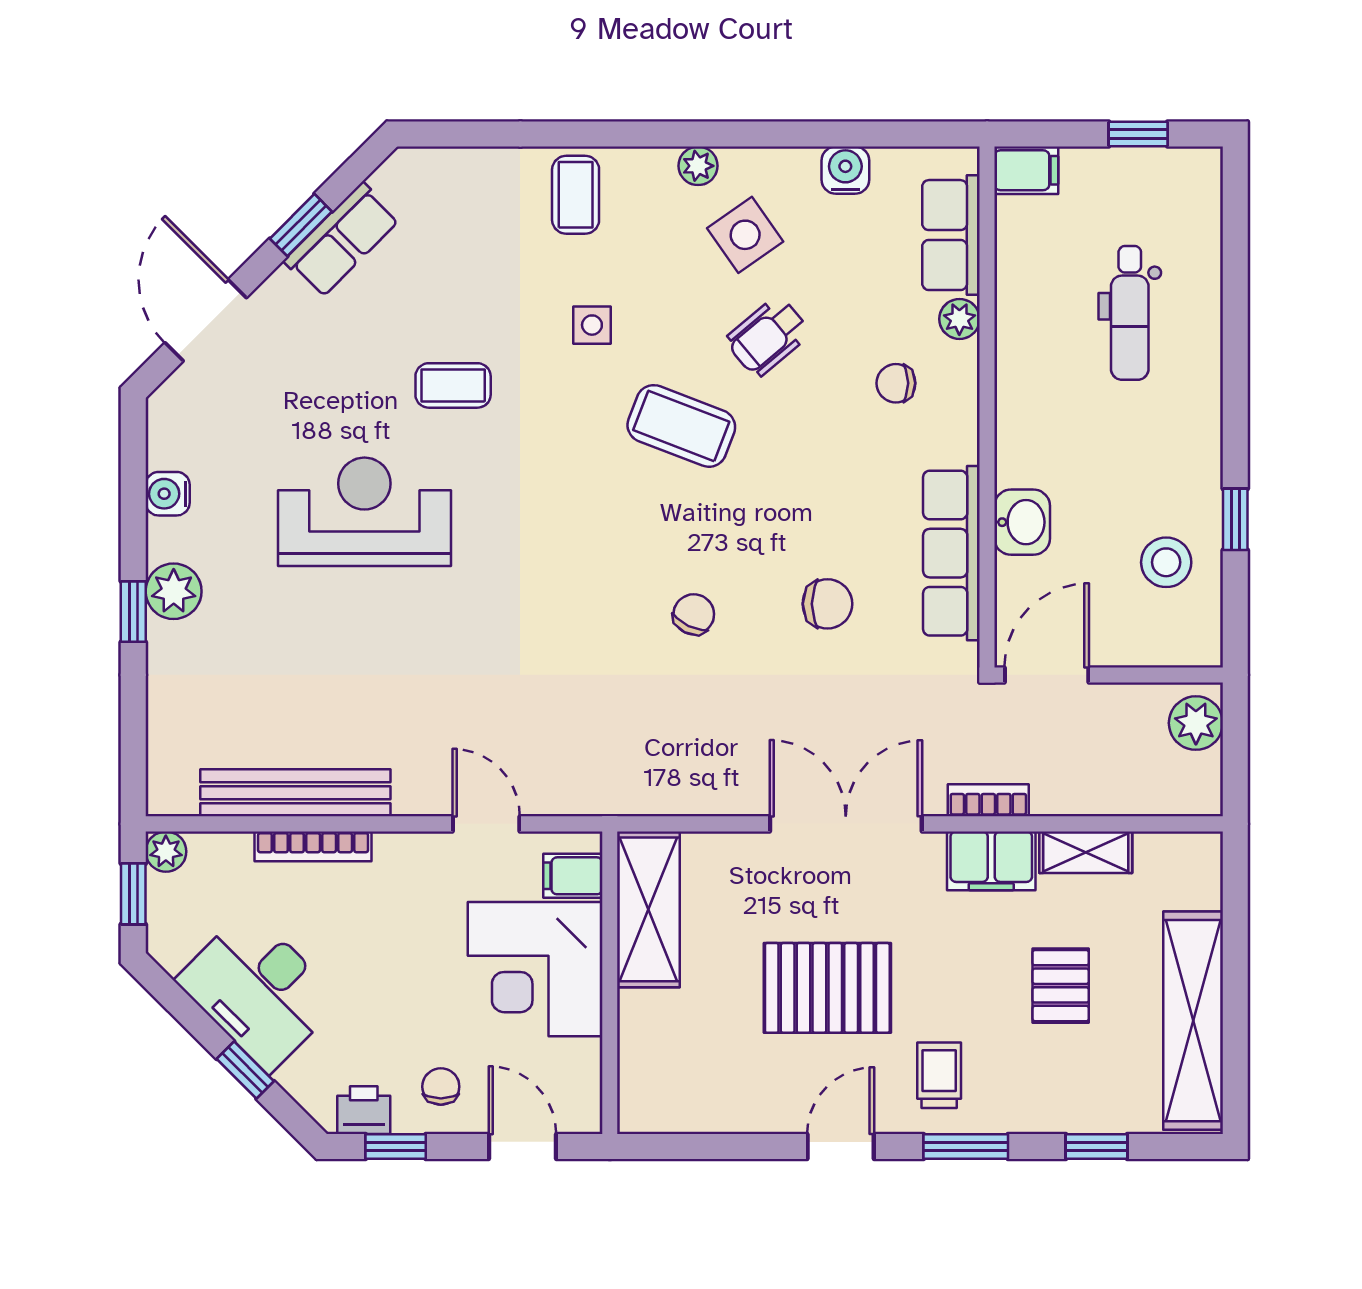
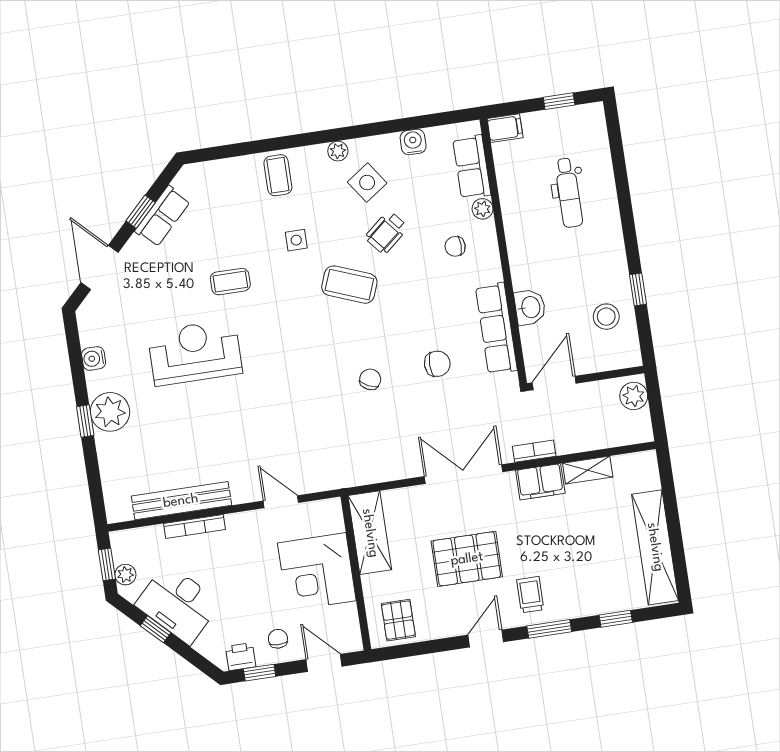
plant: (174, 591) -> (110, 412), width x1.36, depth x1.36
plant: (166, 852) -> (125, 575), moved
filing cabinet: (573, 876) -> (329, 521), removed
pallet: (1061, 986) -> (398, 620), moved
window: (245, 1070) -> (155, 629), moved

